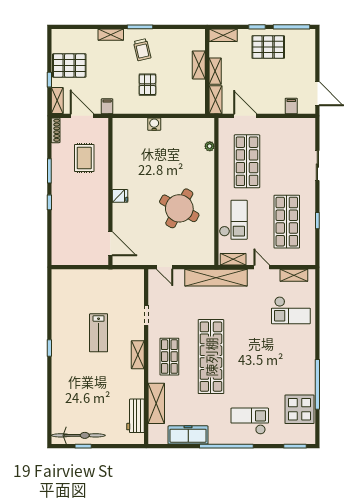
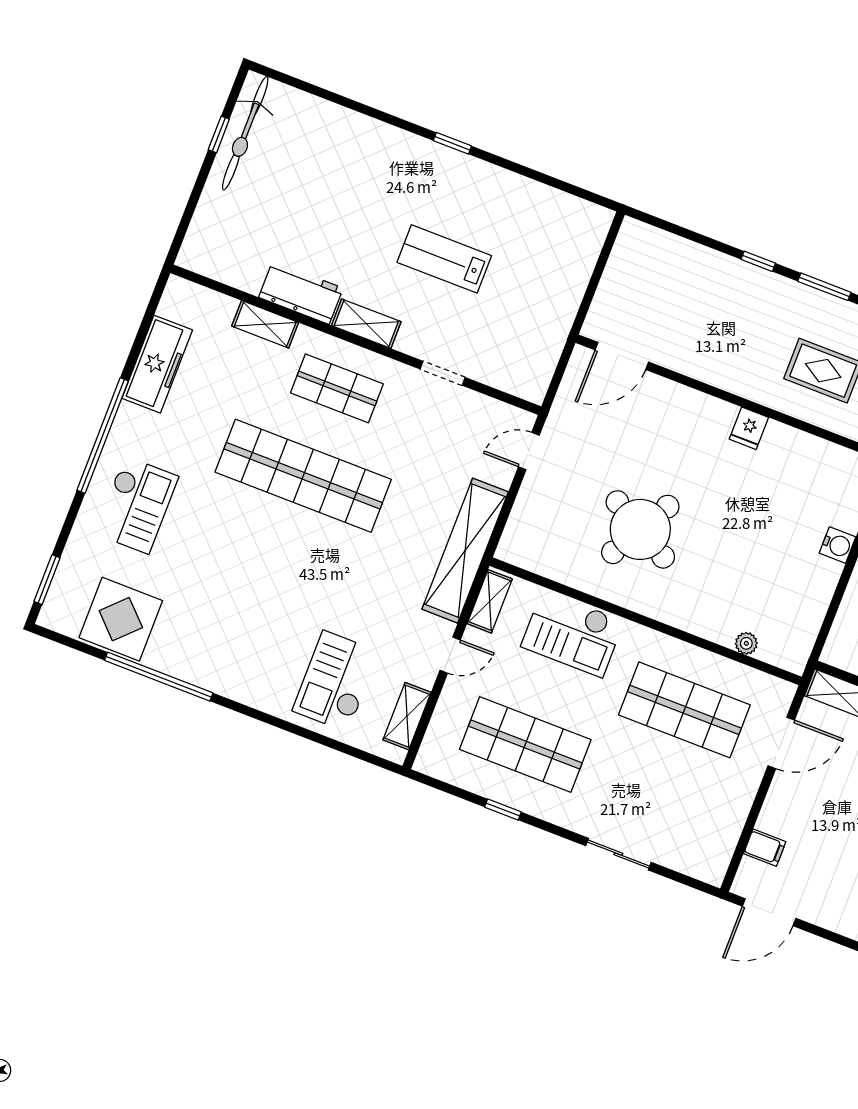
fridge: (120, 196) -> (749, 428), moved
shelving: (156, 403) -> (265, 324), width x0.67, depth x0.75
workbench: (135, 416) -> (301, 293), moved

